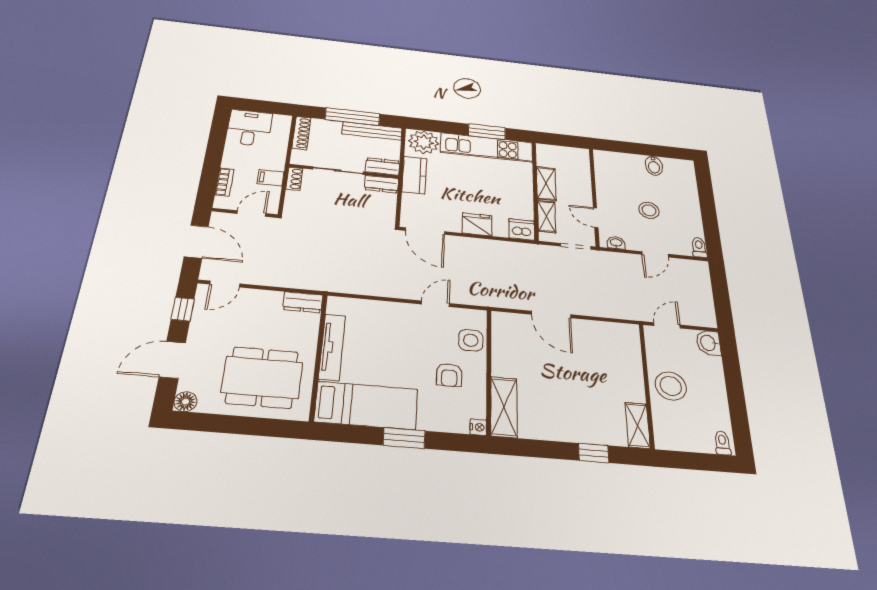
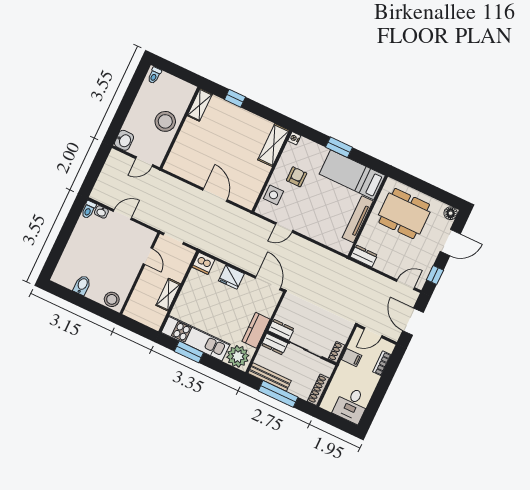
stool: (649, 210) -> (112, 299), moved
shelving: (547, 216) -> (181, 268), removed
washbasin: (616, 243) -> (101, 212), moved

